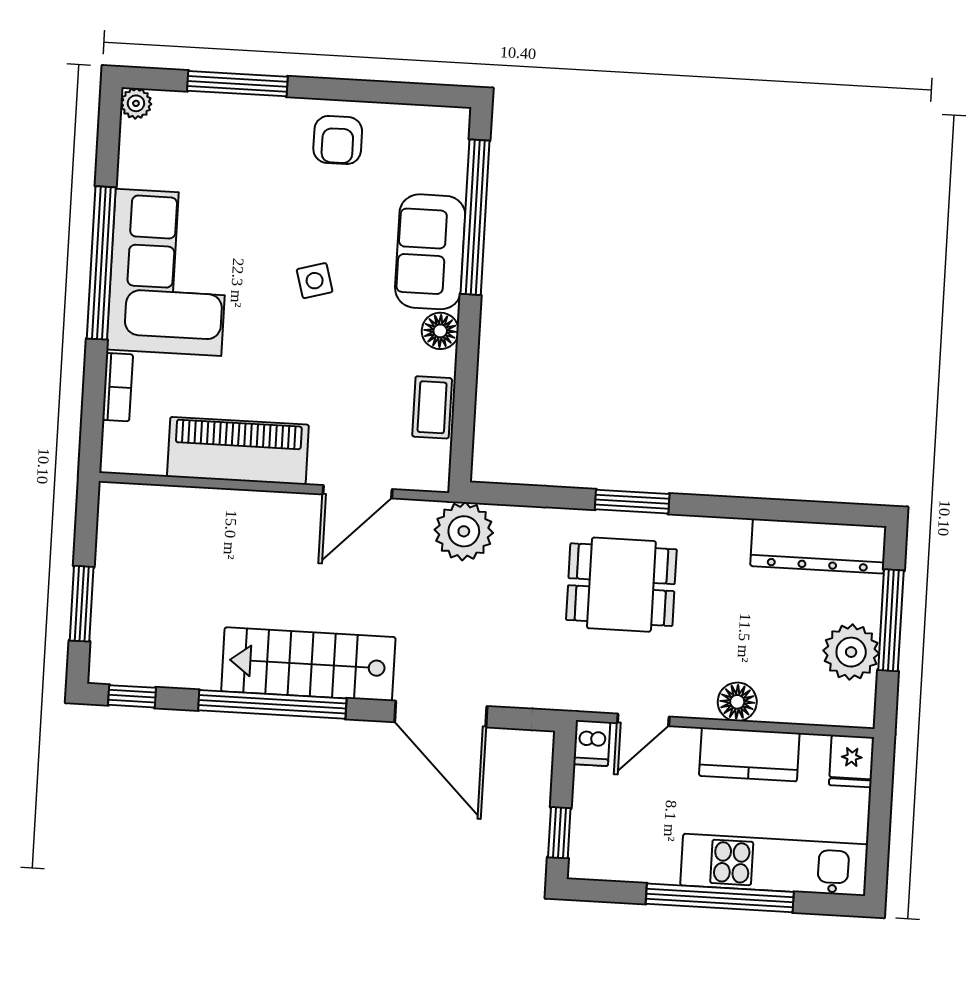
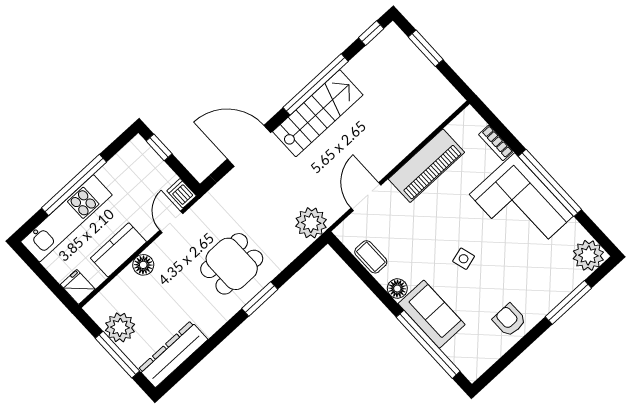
plant: (136, 103) -> (588, 255), width x1.88, depth x1.88

